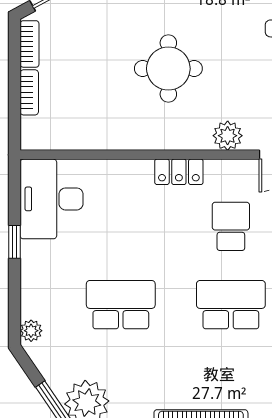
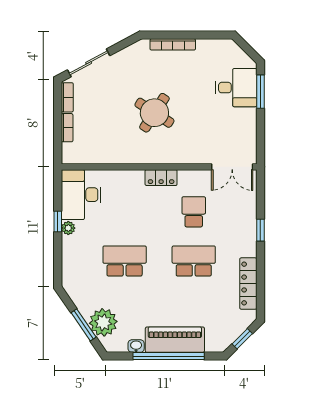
round table: (168, 69) -> (154, 113), turned 33
plant: (228, 136) -> (192, 155), removed
plant: (31, 331) -> (68, 228), moved

